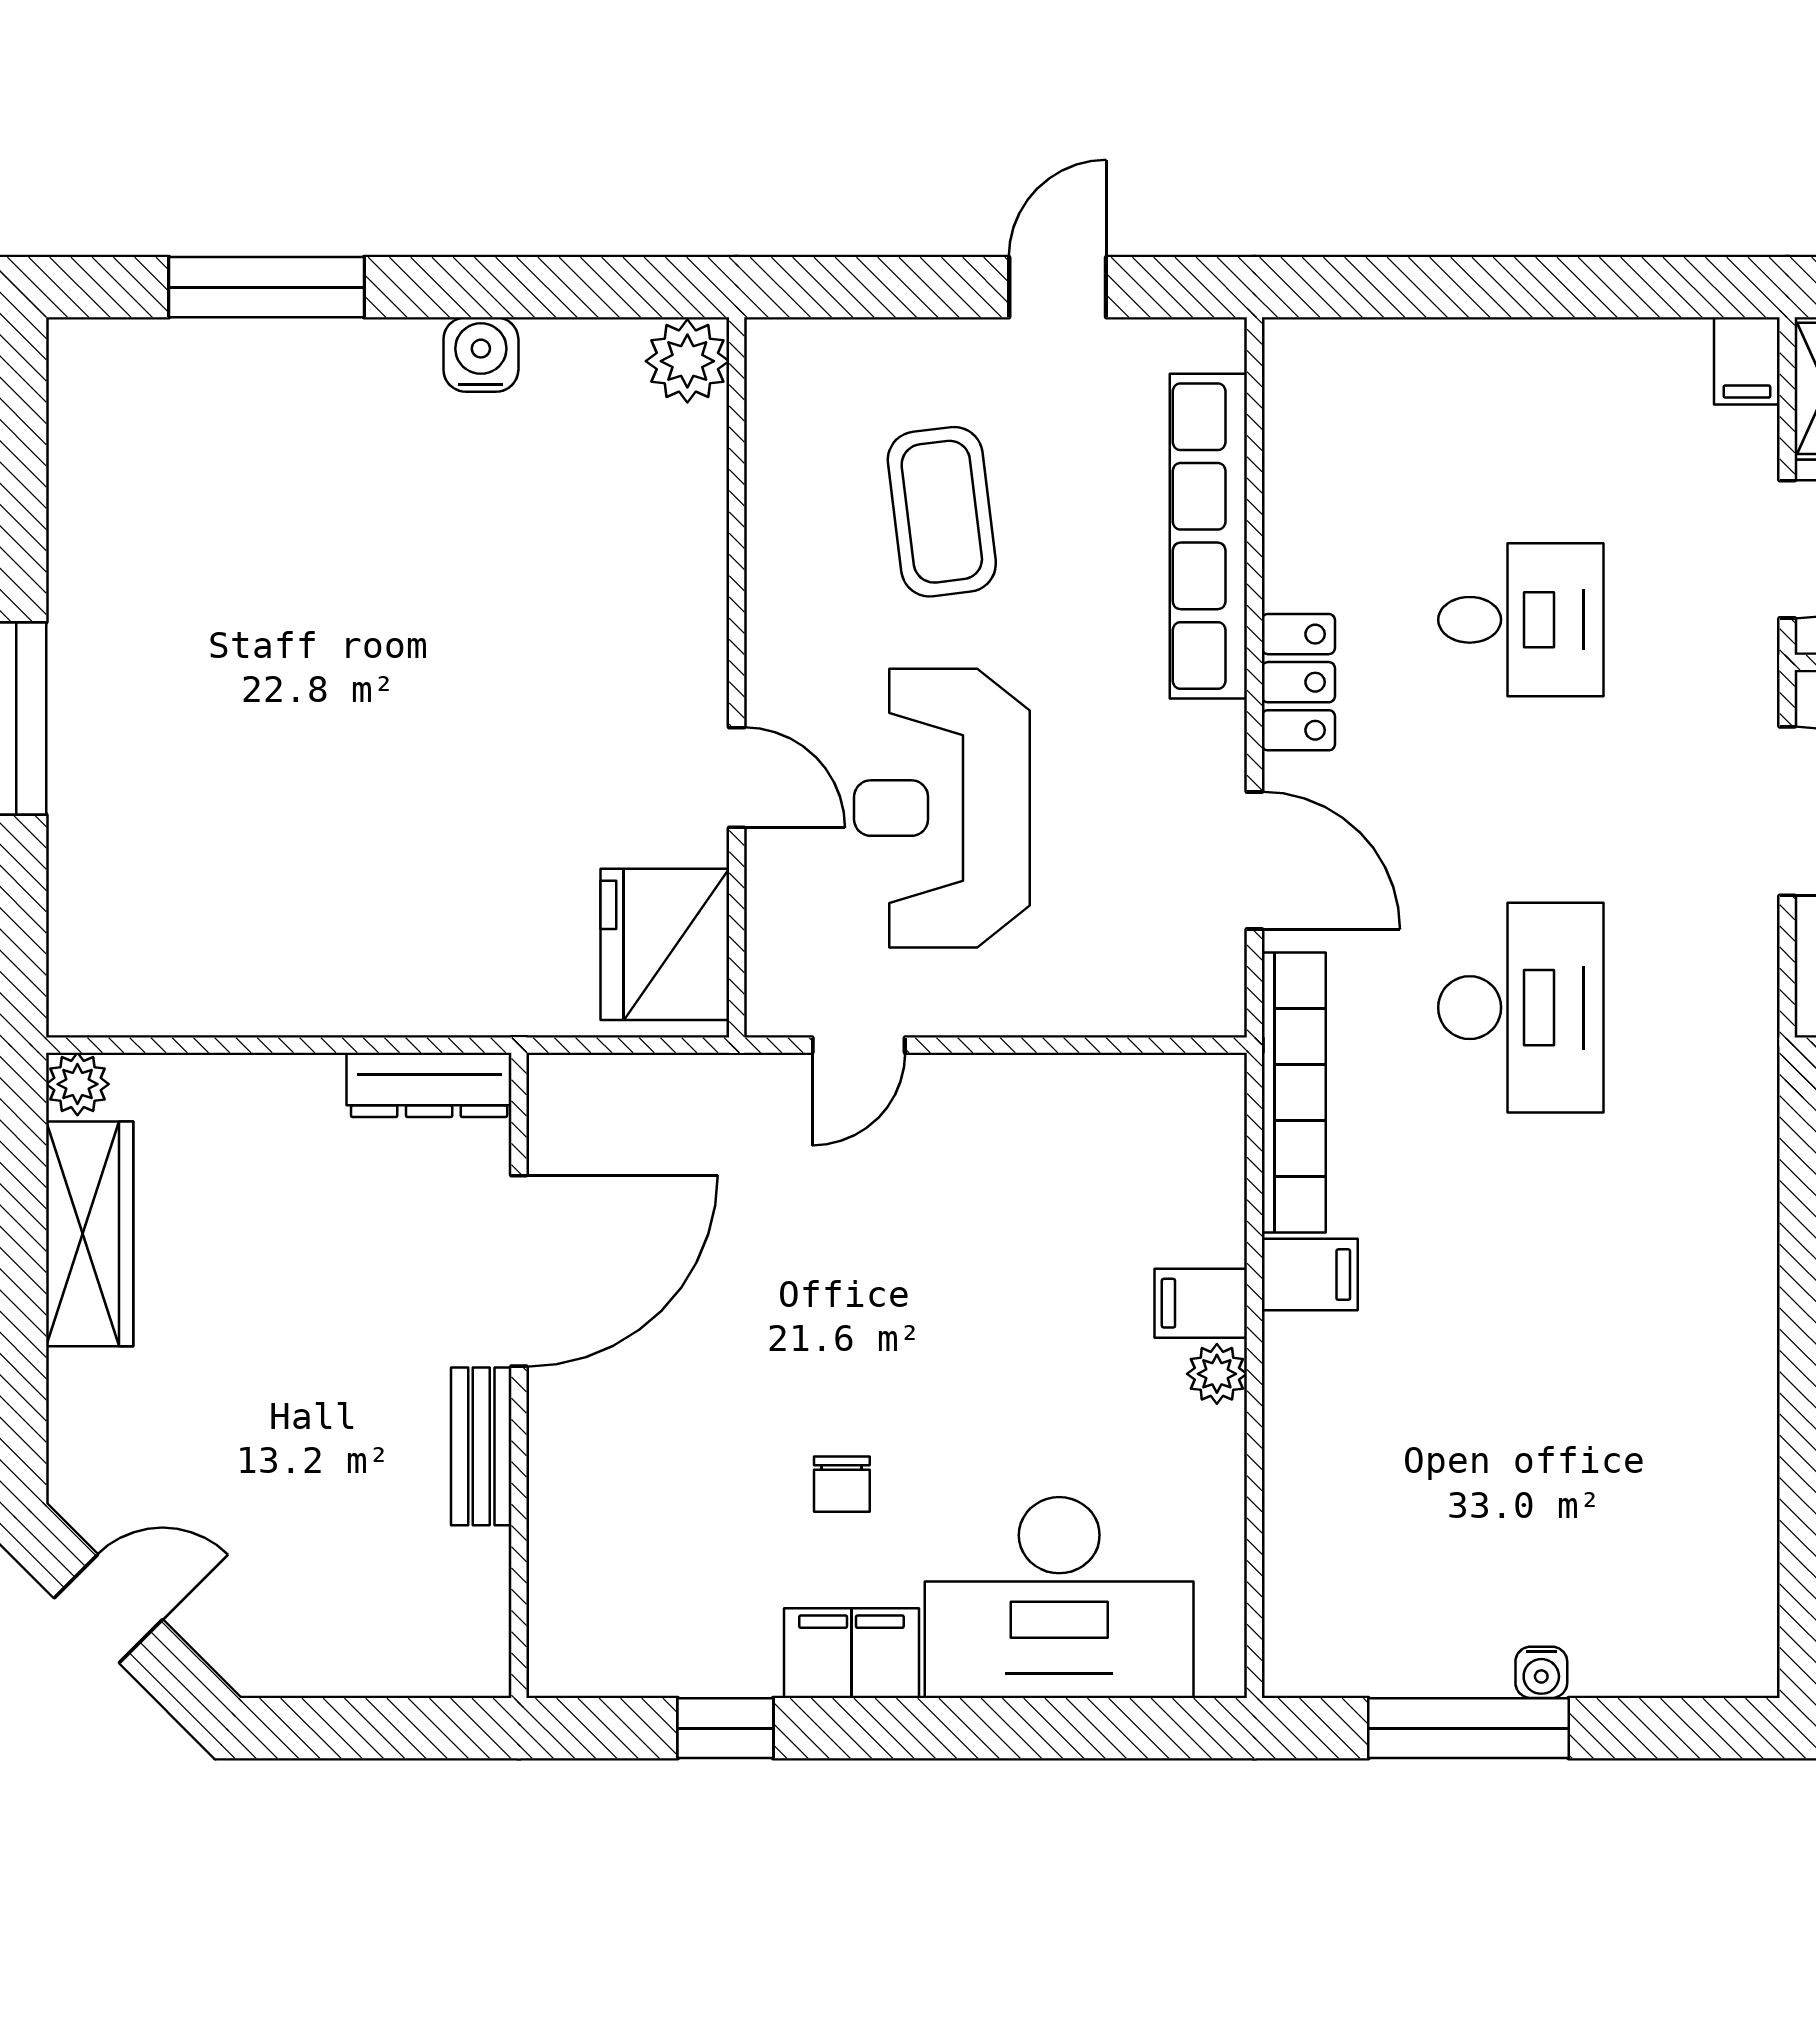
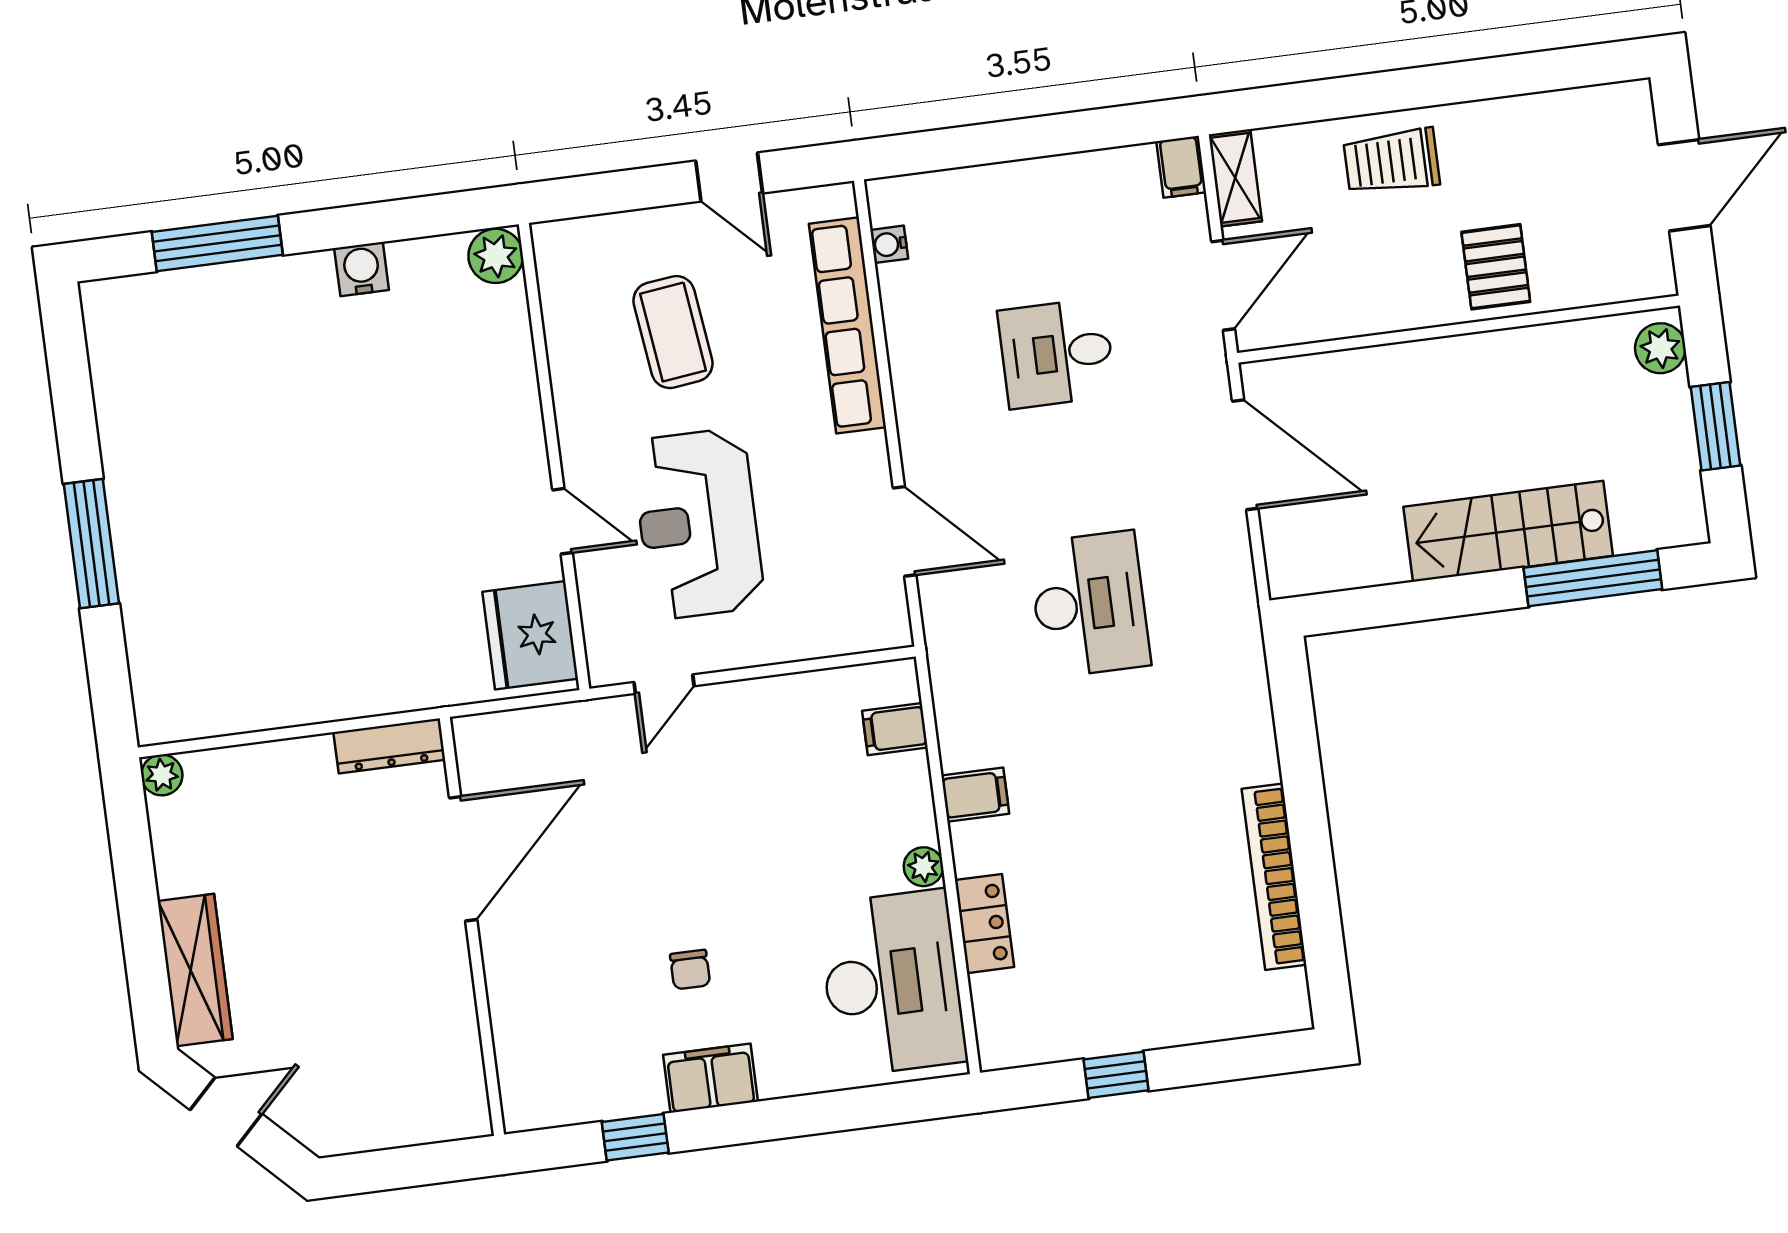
door: (1058, 287) -> (729, 177), swing flipped
desk: (1521, 620) -> (1057, 353), turned 180
locker: (1298, 682) -> (984, 924), moved
bookcase: (1294, 1092) -> (1274, 877), moved, turned 180
wardrobe: (90, 1234) -> (195, 970), moved
filing cabinet: (1201, 1303) -> (895, 729), moved
bench: (481, 1446) -> (454, 975), removed
desk: (1059, 1598) -> (892, 983), moved, turned -90
water cooler: (1541, 1672) -> (889, 244), moved, turned 90
window: (1468, 1728) -> (1116, 1075), width x0.46

